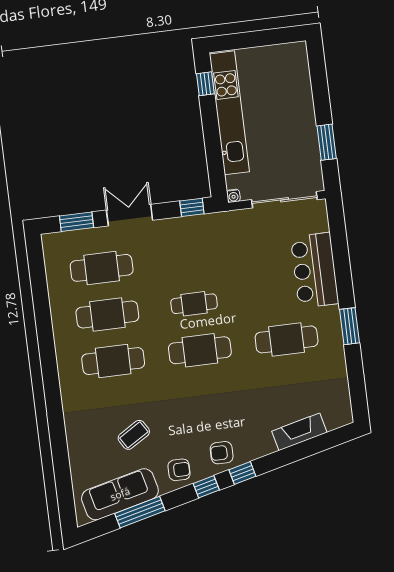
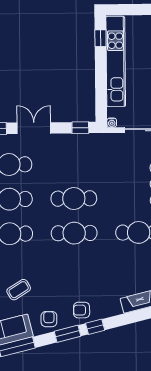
cafe table: (194, 304) -> (74, 198), width x1.37, depth x1.35
armchair: (179, 470) -> (49, 319), turned -90
window: (206, 487) -> (67, 334), width x1.50

